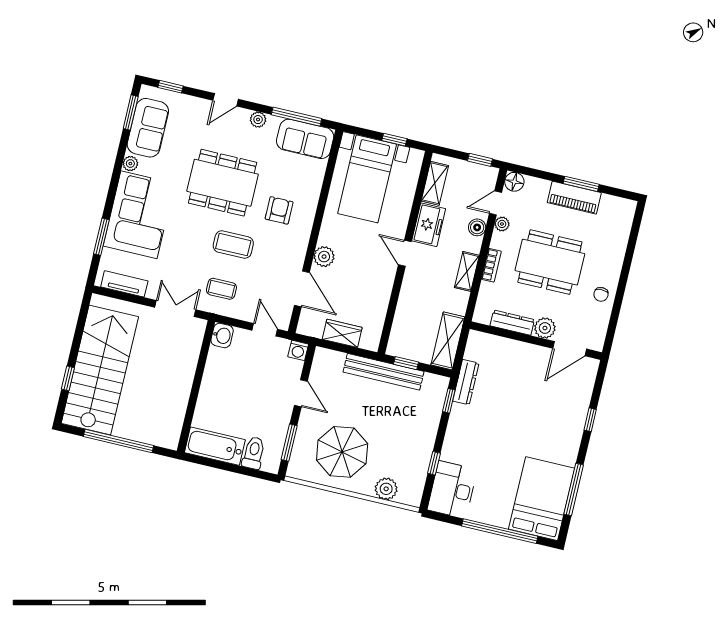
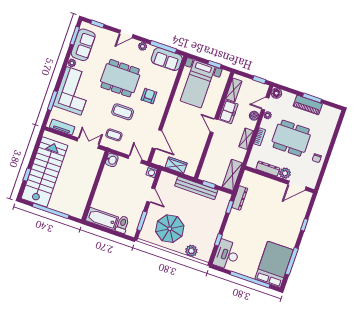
plant: (324, 257) -> (171, 123), removed

